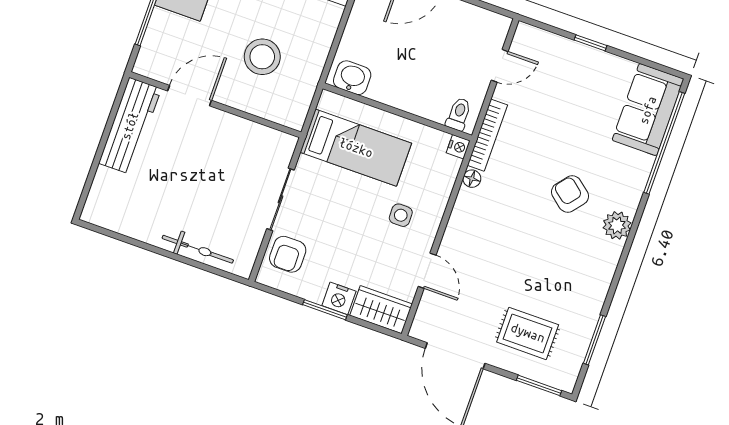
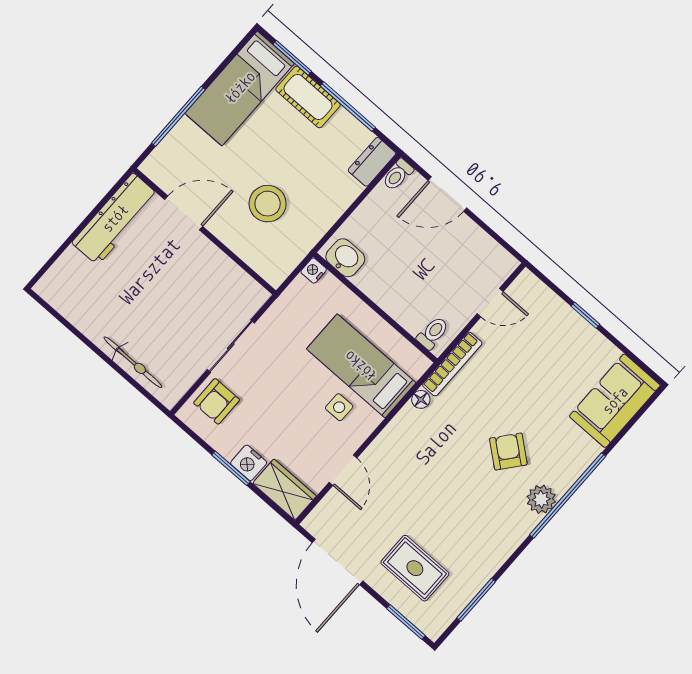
window: (664, 143) -> (568, 495), moved
nightstand: (458, 147) -> (314, 271), moved, turned 180
bed: (356, 148) -> (361, 366), moved, turned 180

